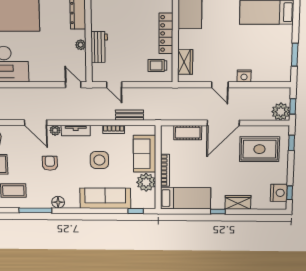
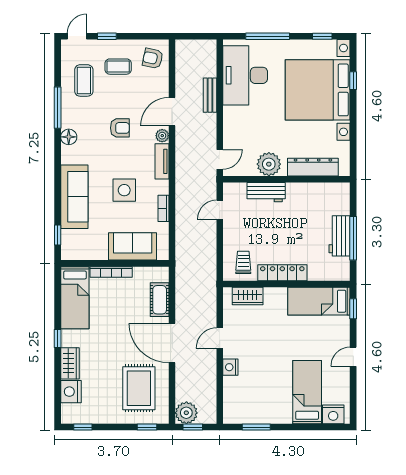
plant: (81, 45) -> (269, 164), width x1.88, depth x1.88
bench: (129, 115) -> (210, 95), moved
plant: (146, 182) -> (96, 248), removed
nightstand: (279, 193) -> (71, 392), moved, turned 90

